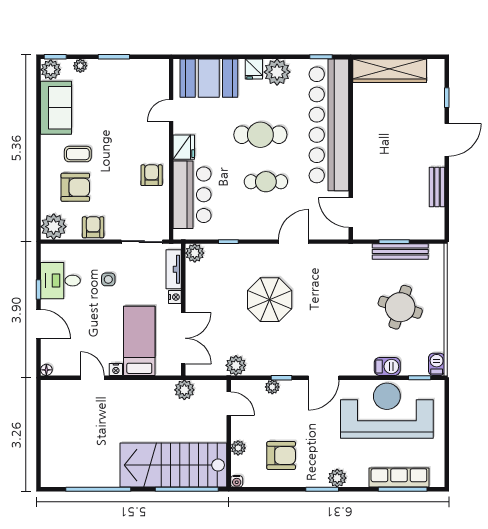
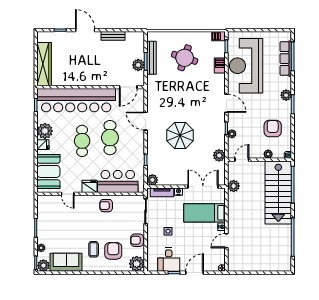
cafe table: (266, 182) -> (110, 138), width x1.37, depth x1.35
plant: (388, 229) -> (138, 65), added

